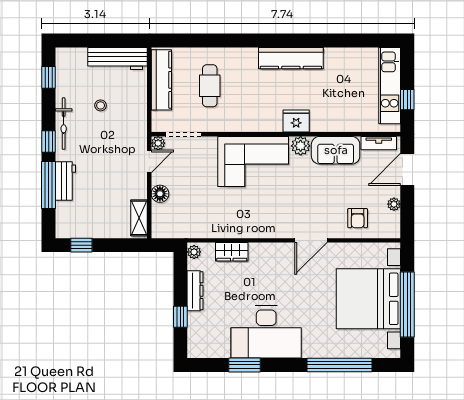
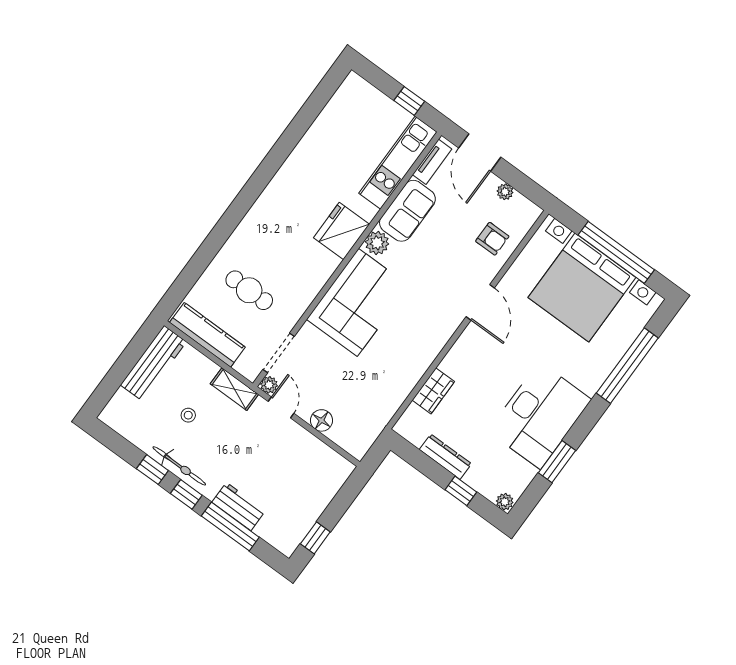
kitchen counter: (291, 58) -> (281, 188), removed
window: (49, 77) -> (152, 470), moved
kitchen unit: (390, 86) -> (398, 163), moved, turned 90
fridge: (296, 121) -> (341, 231), width x1.36, depth x1.34
shelving: (139, 218) -> (234, 389), moved
plant: (194, 252) -> (505, 502), moved

